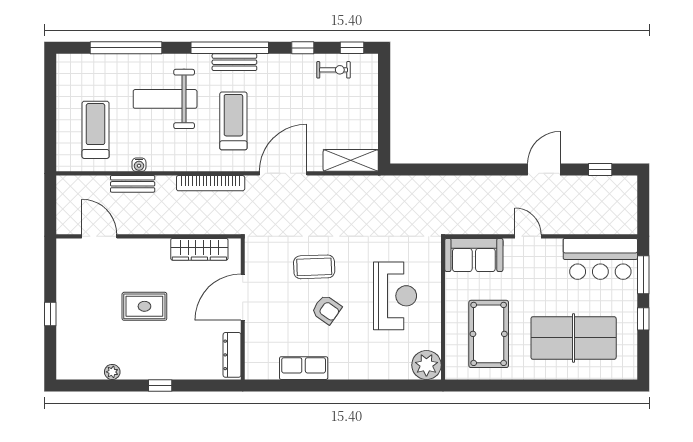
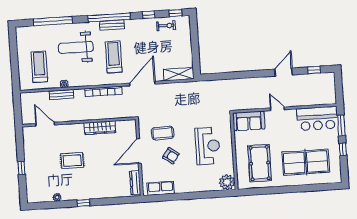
door: (243, 297) -> (139, 151), moved
wall: (243, 309) -> (139, 157), moved
dresser: (232, 355) -> (135, 183), moved

